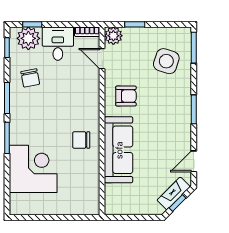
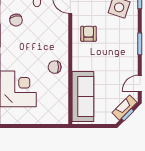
armchair: (126, 96) -> (88, 34), turned -90
sofa: (119, 150) -> (83, 97), moved

